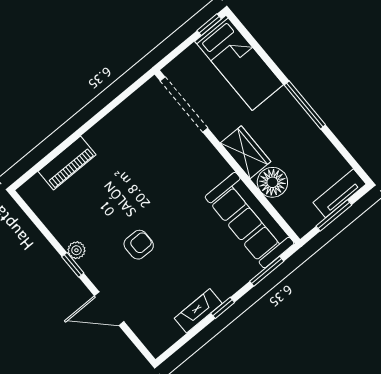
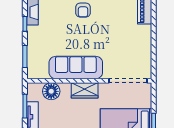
floor lamp: (272, 182) -> (51, 91), moved
sofa: (250, 220) -> (76, 68), moved

